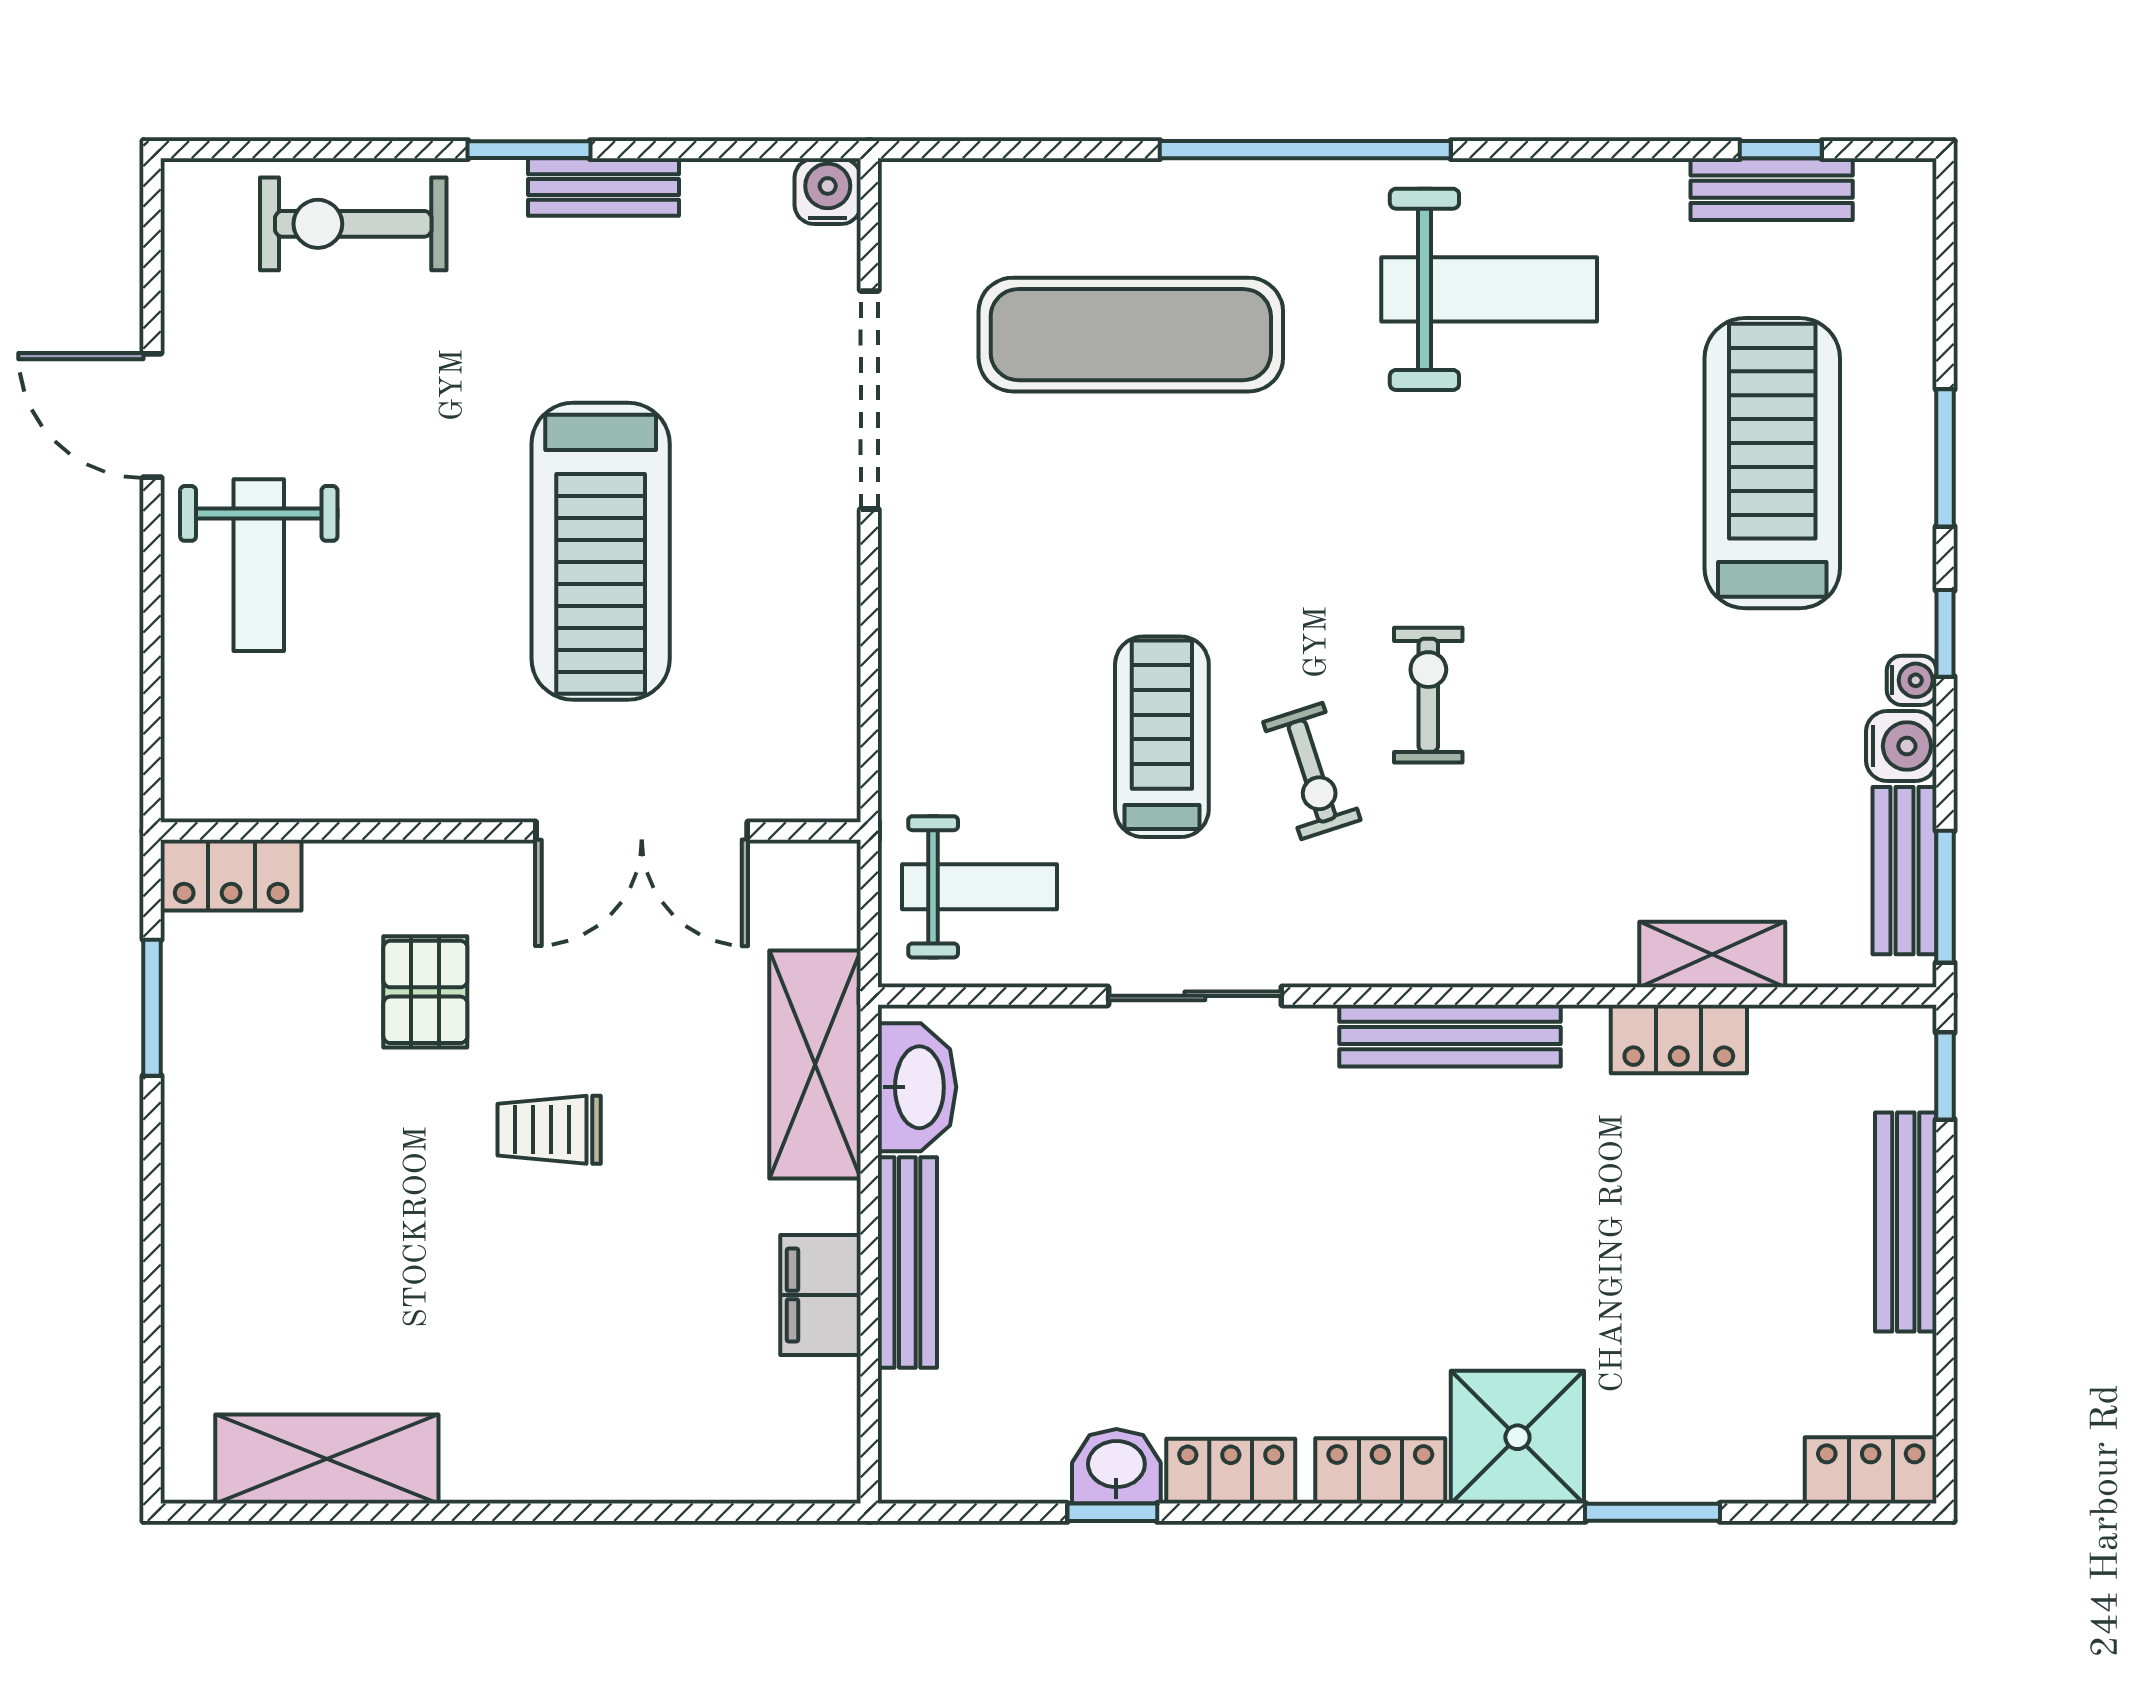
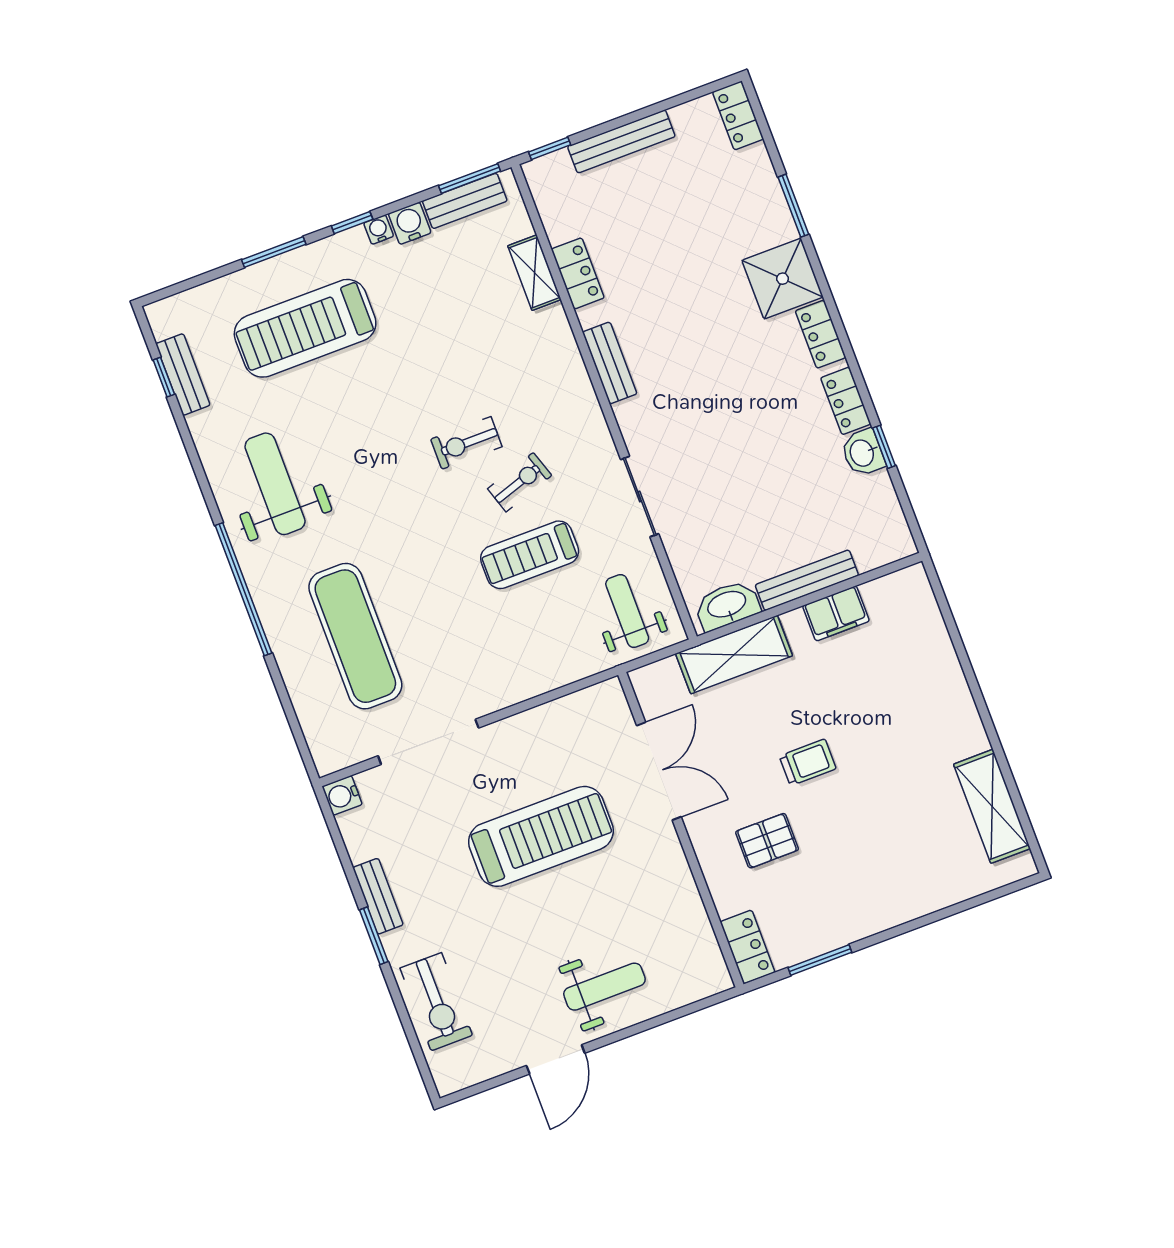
bench: (1450, 1036) -> (610, 363), width x0.73
trolley: (549, 1130) -> (808, 762), turned -90

